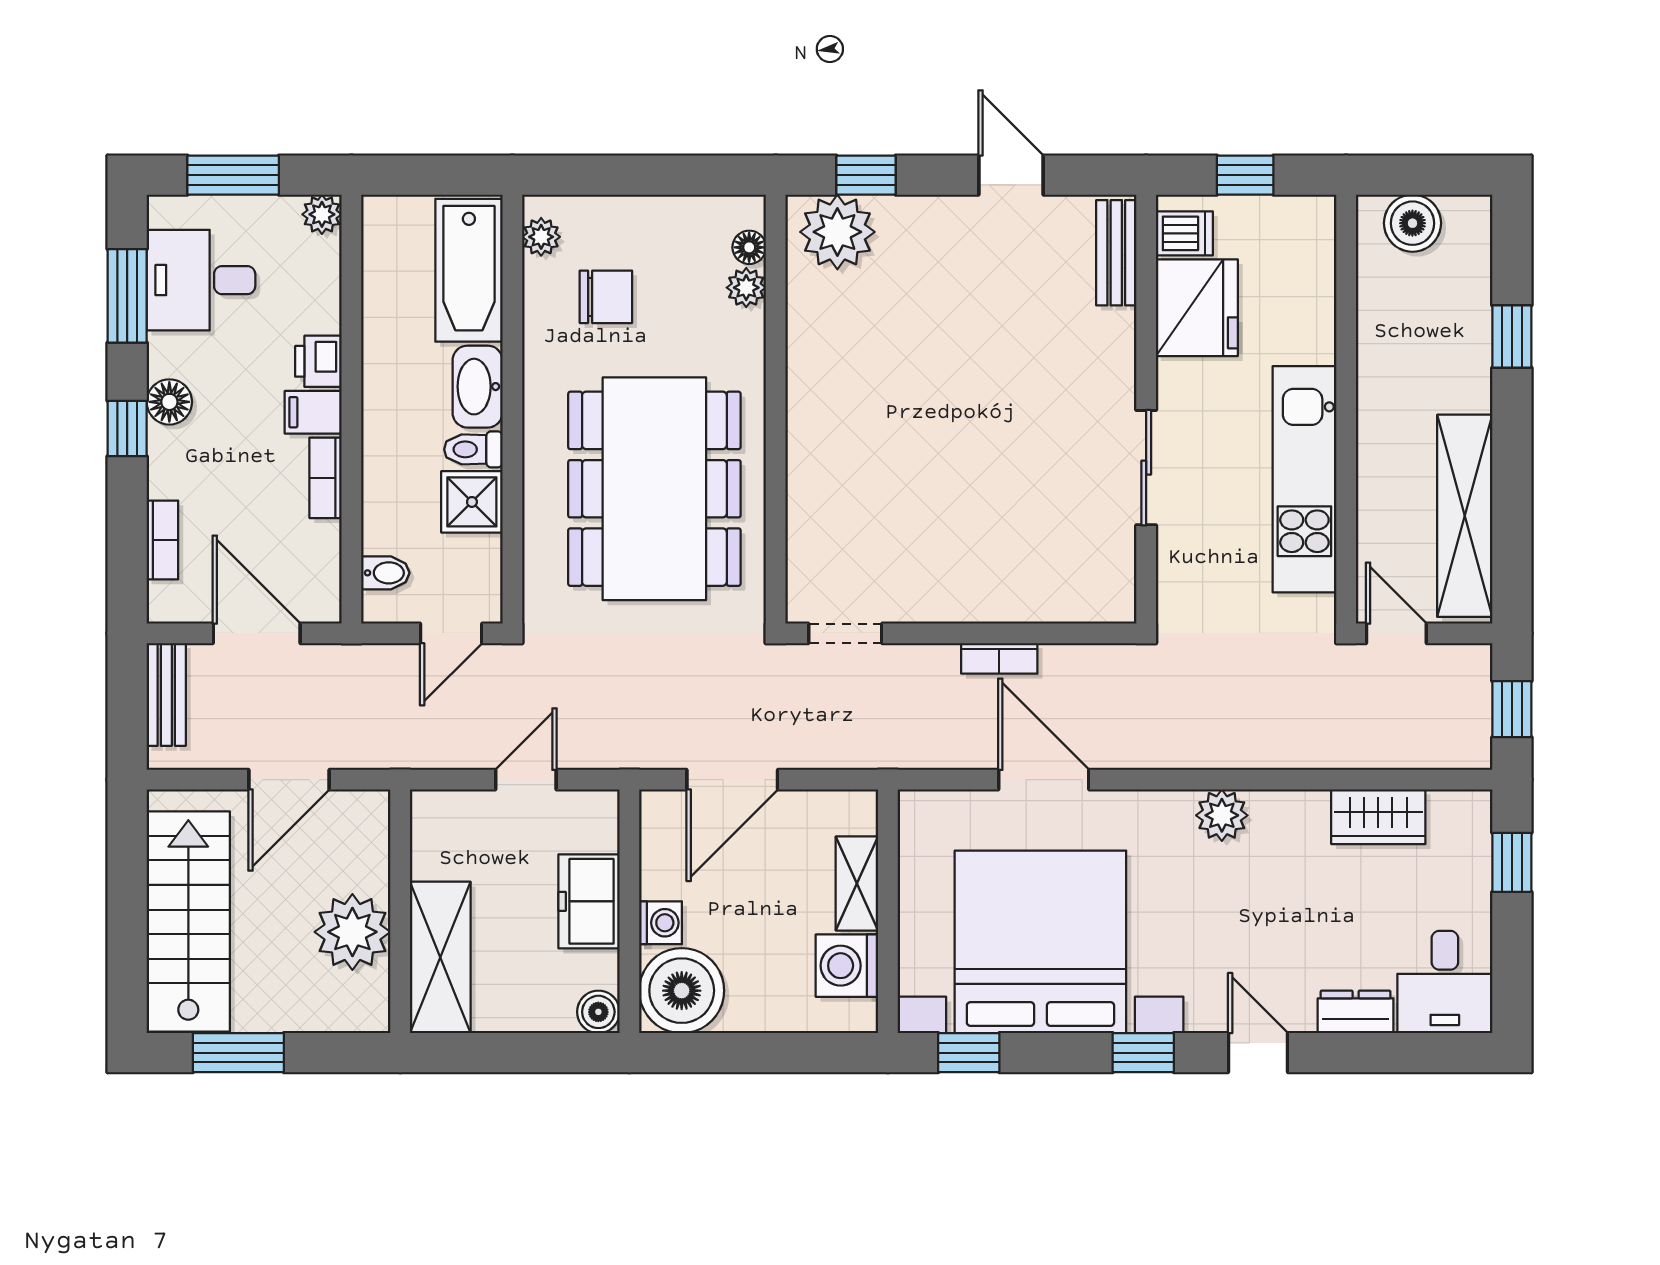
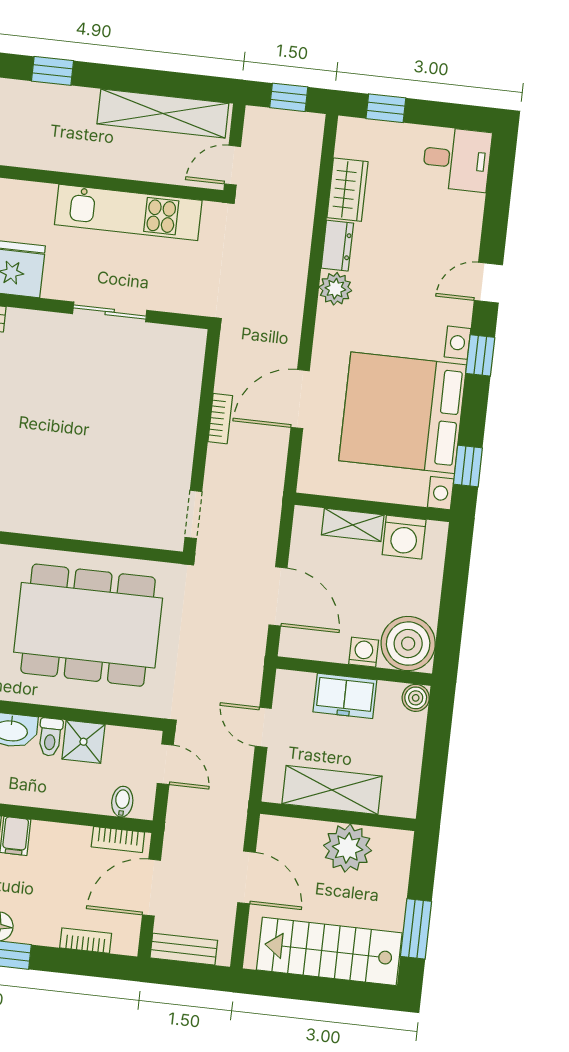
bookcase: (326, 478) -> (118, 839), moved
shelving: (440, 957) -> (332, 790), moved
dresser: (1356, 1012) -> (337, 246), moved, turned 180

